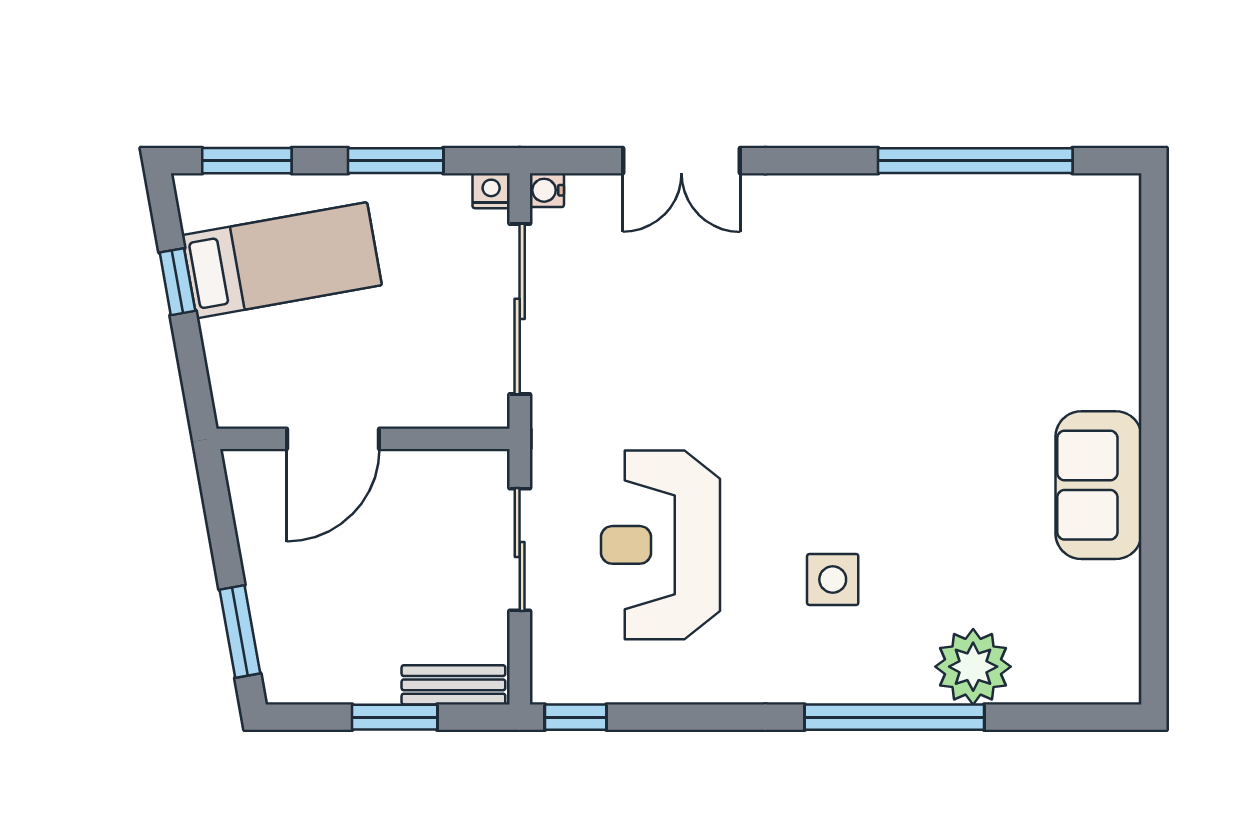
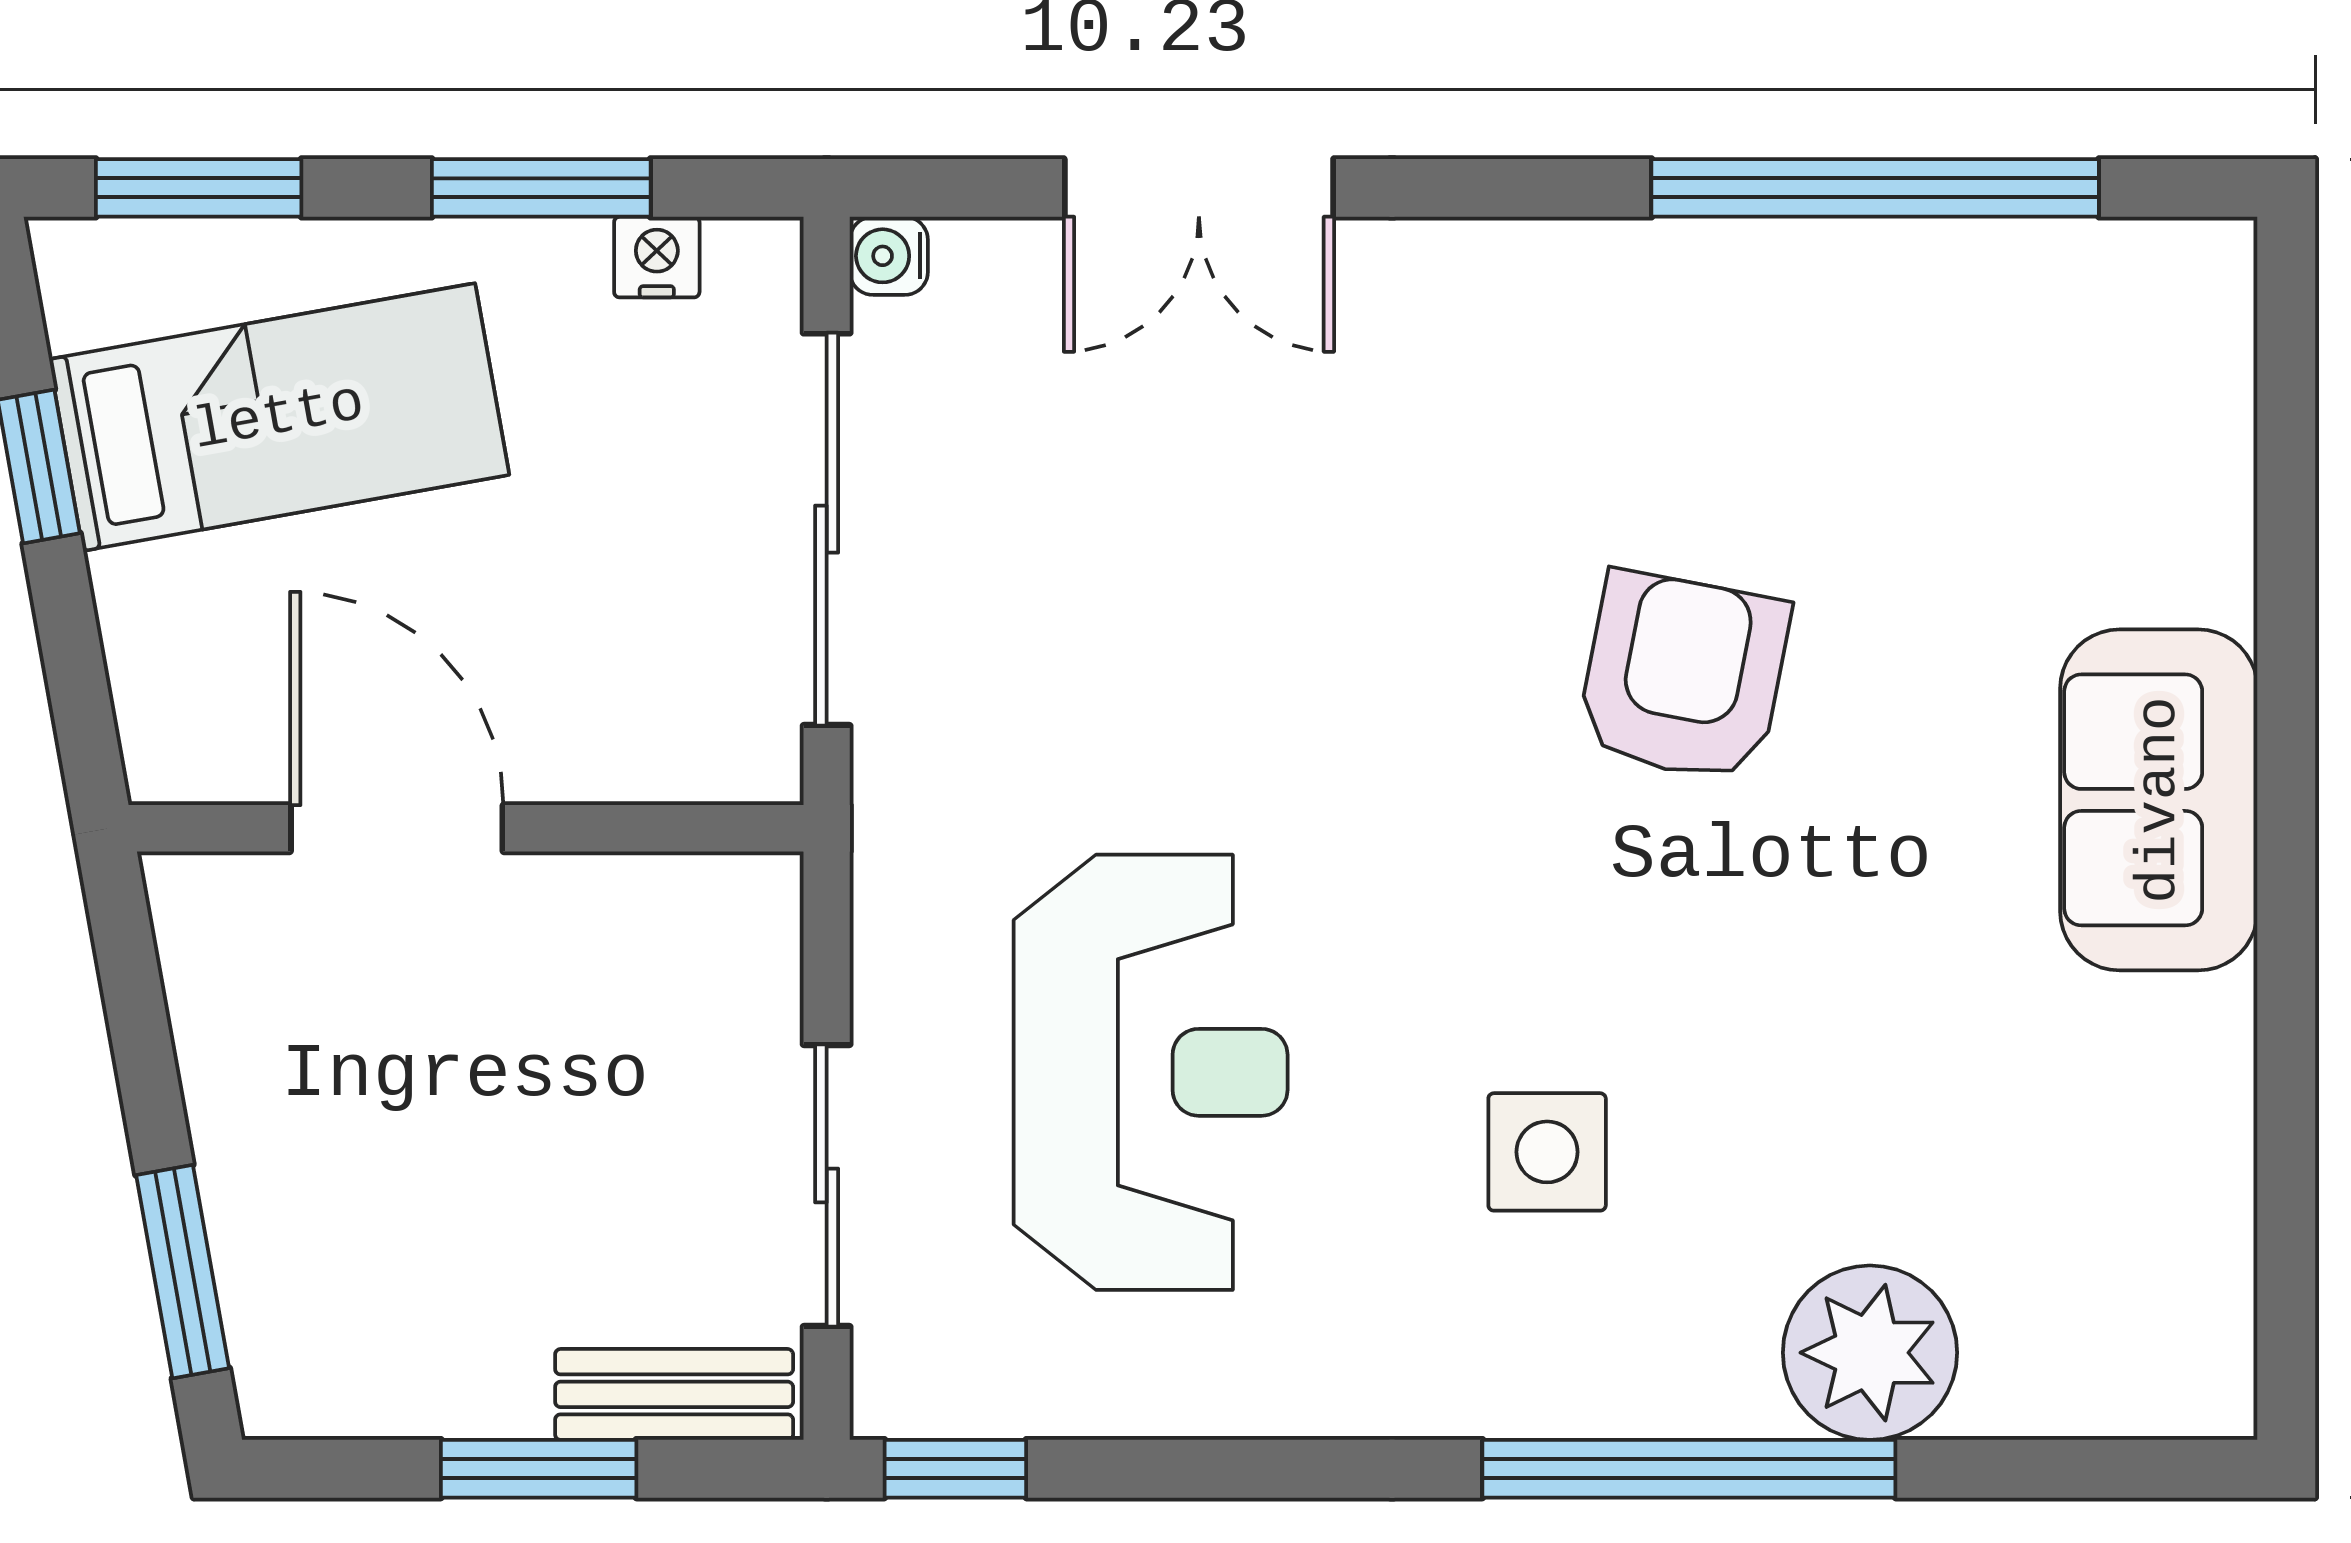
nightstand: (491, 191) -> (657, 257), moved
armchair: (892, 373) -> (1683, 677), added
door: (333, 439) -> (397, 828), swing flipped
sofa: (1099, 485) -> (2159, 800), moved
reception desk: (660, 545) -> (1151, 1072), turned 180
sliding door: (520, 550) -> (827, 1185), moved

